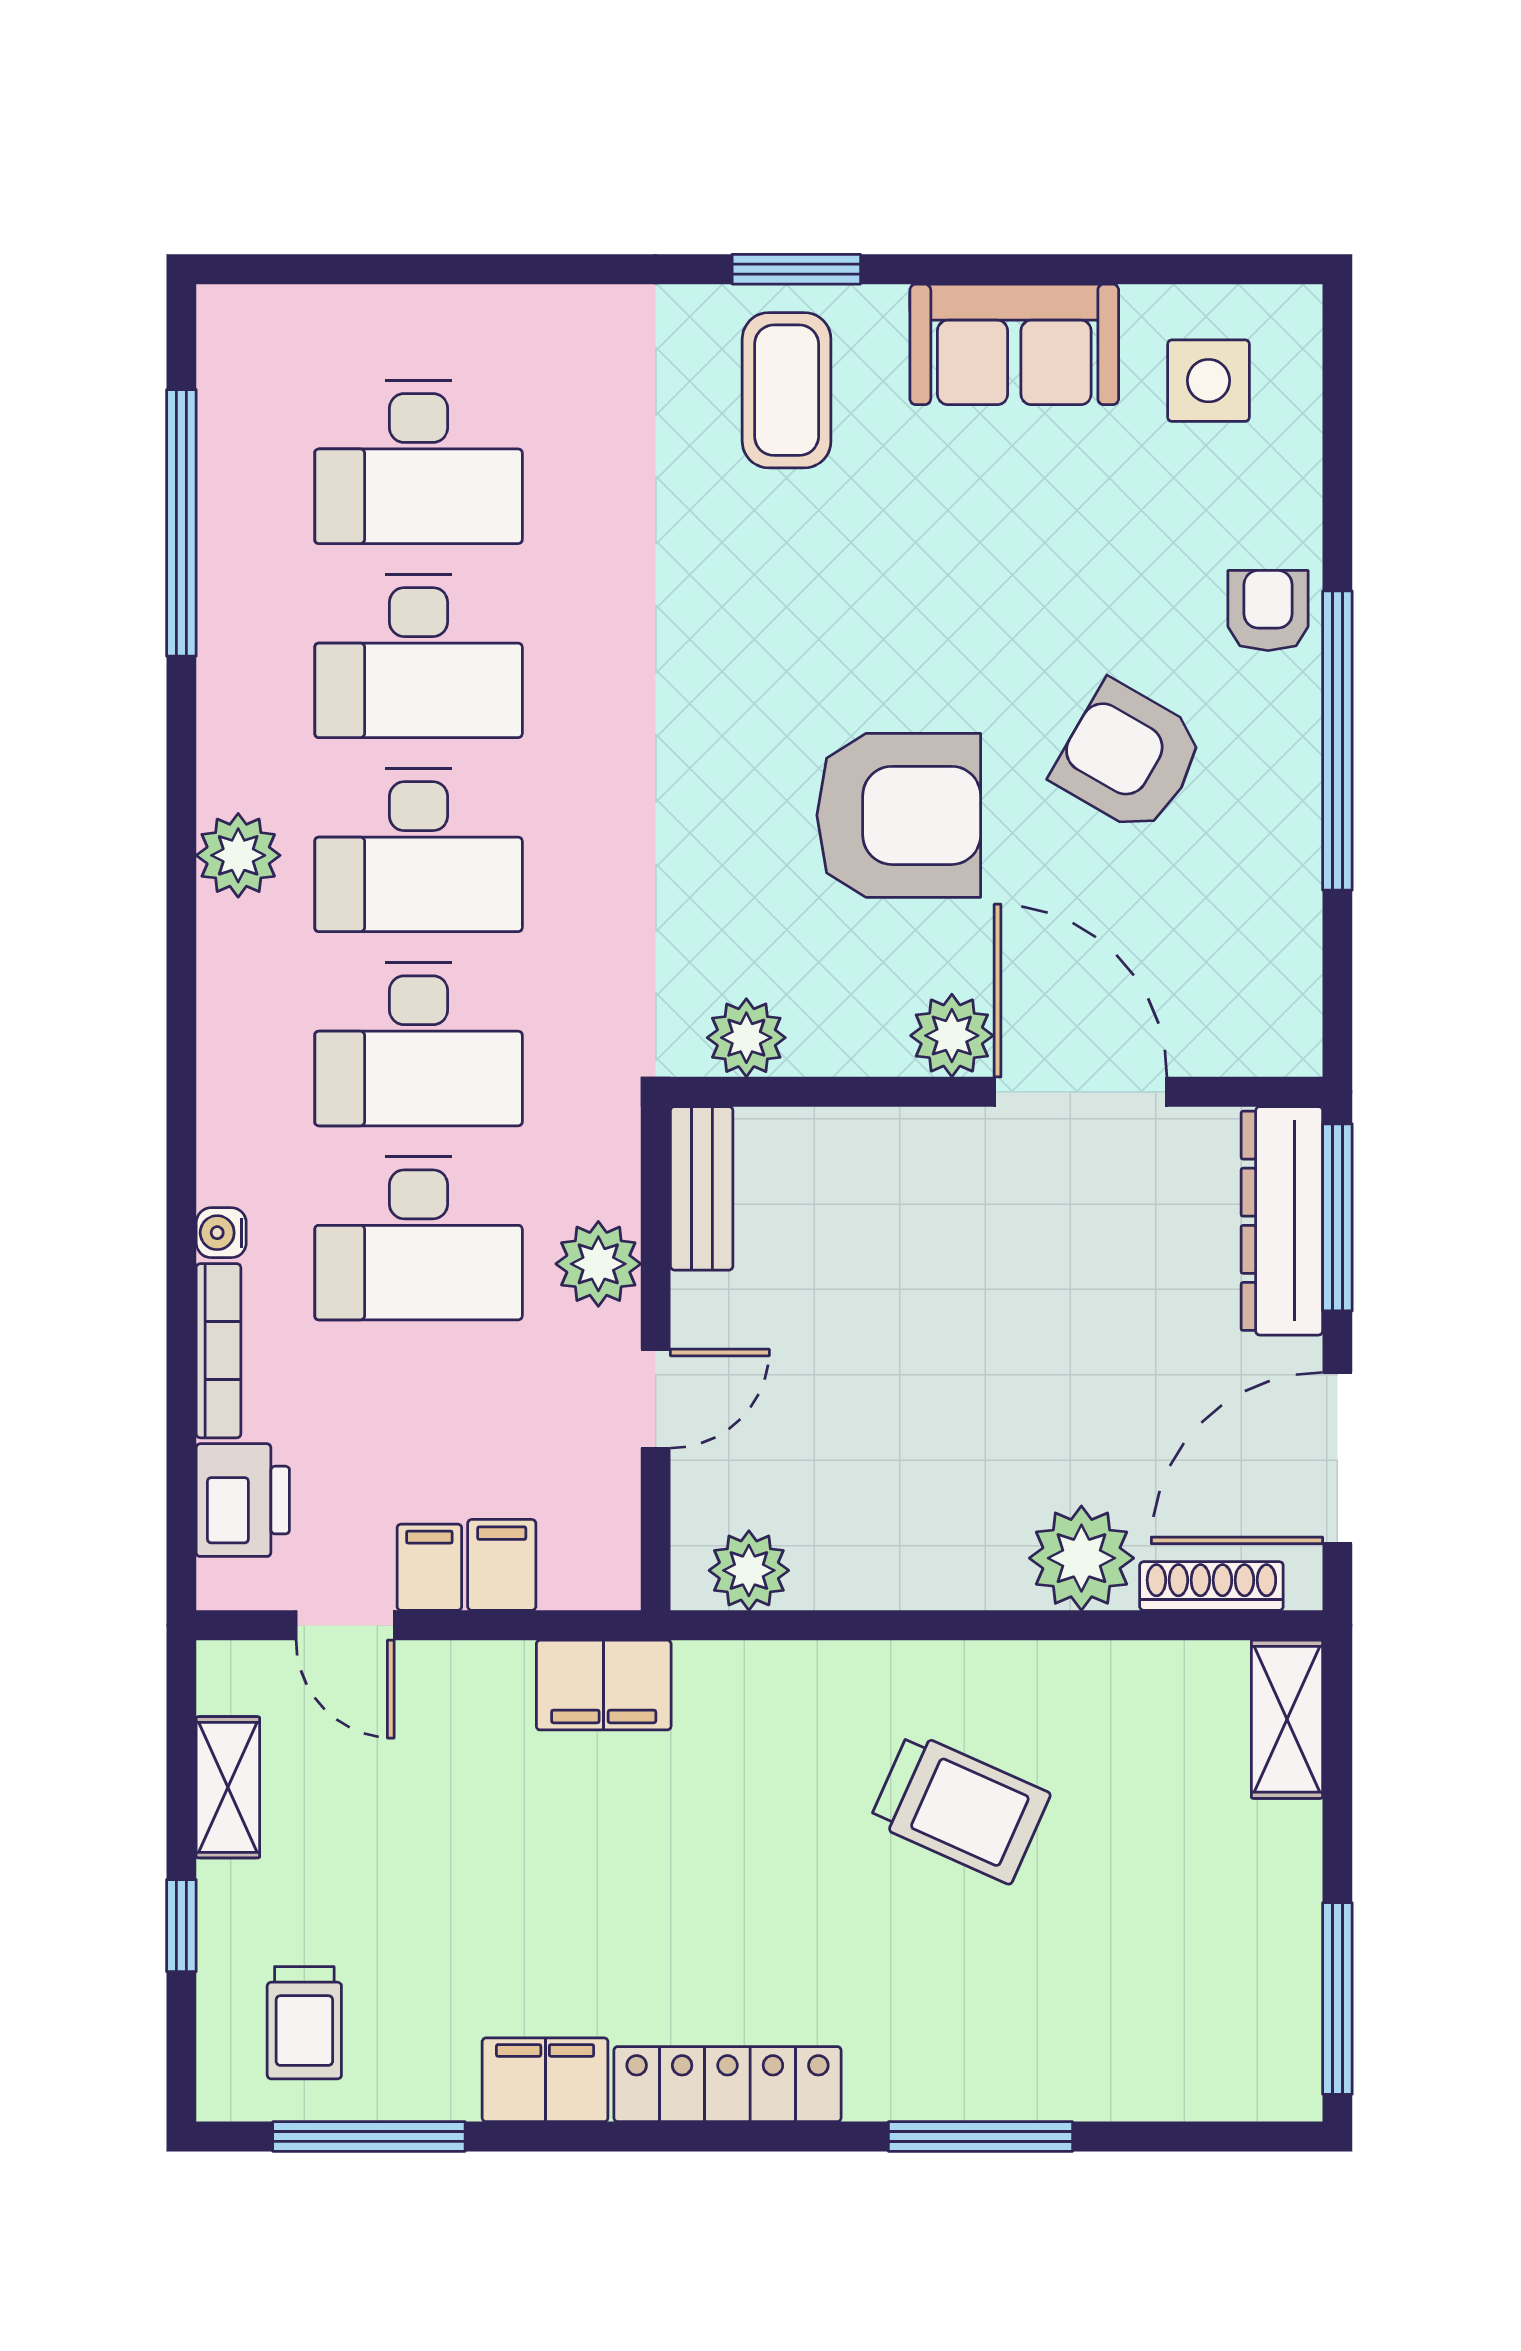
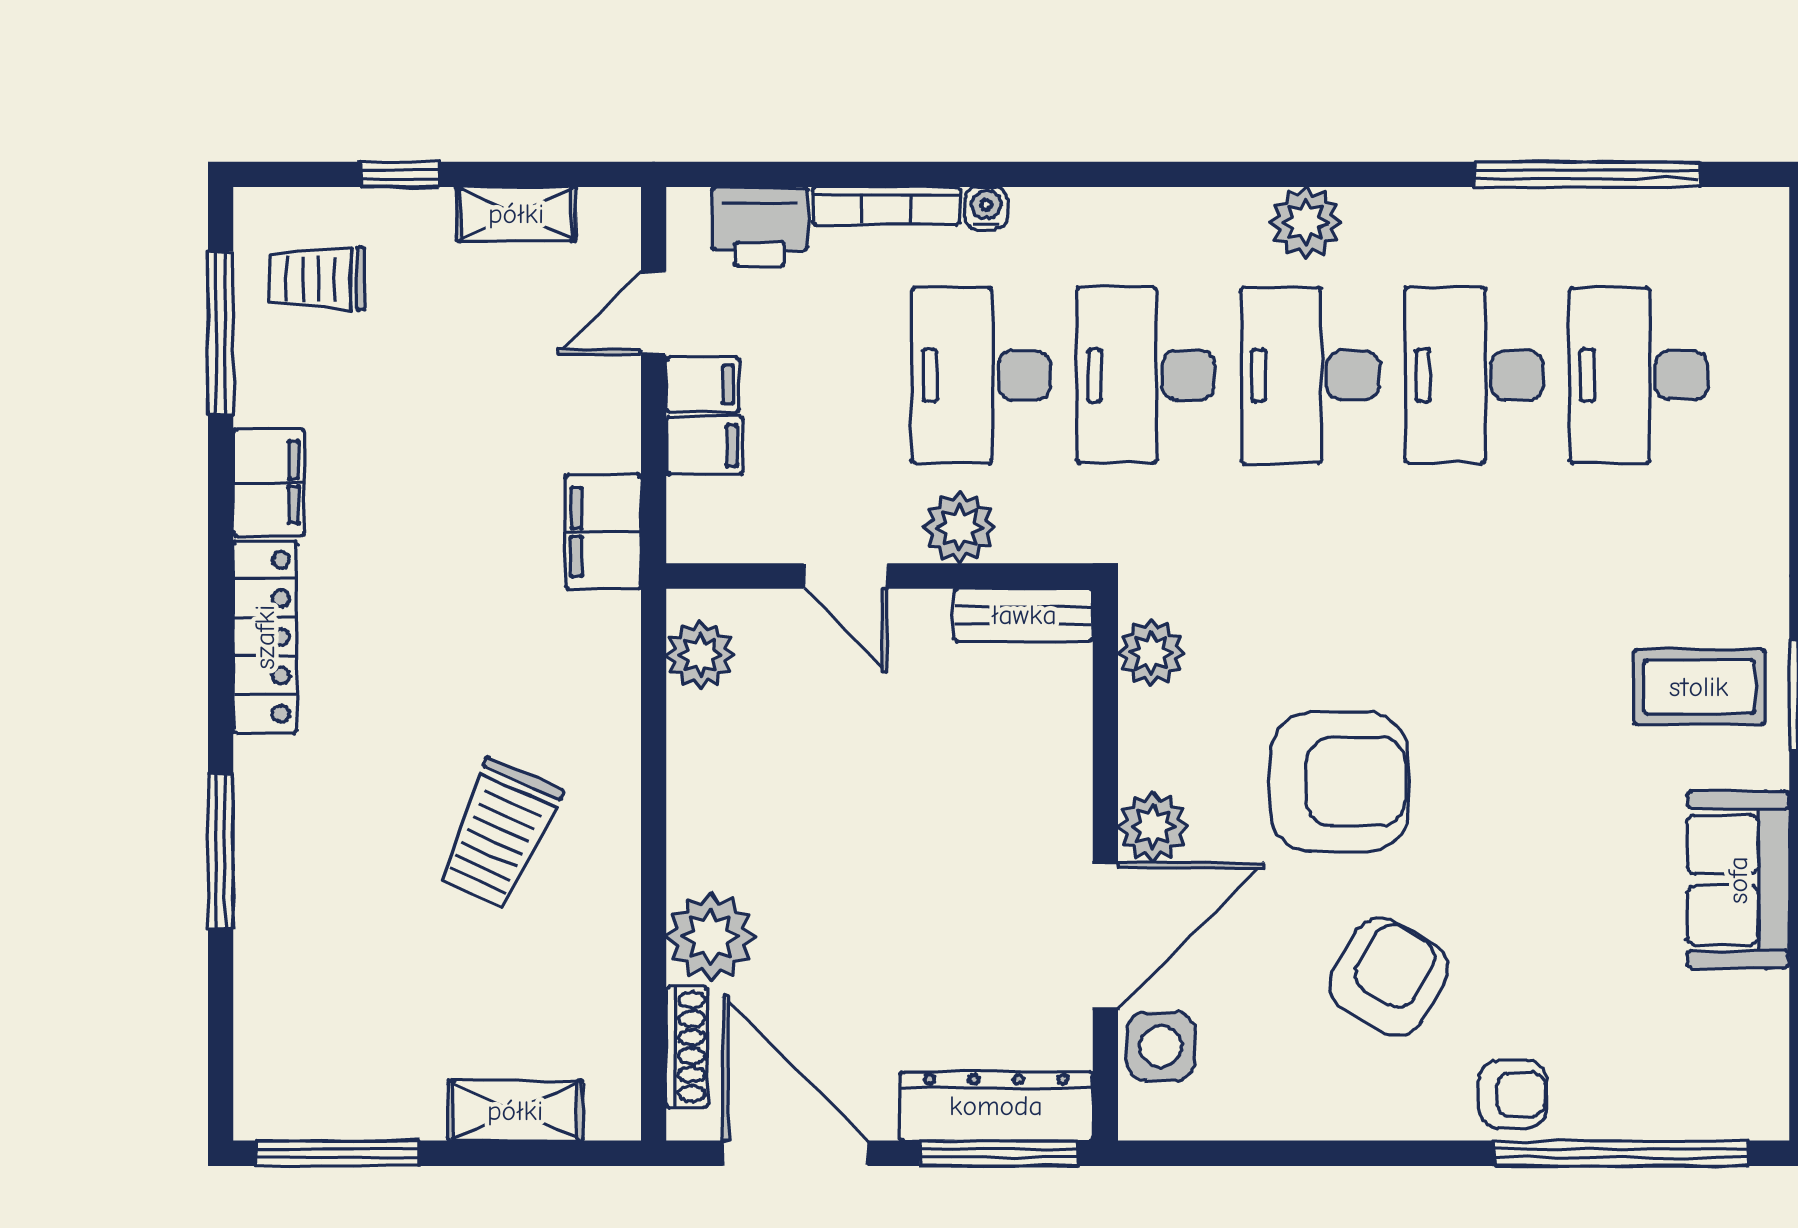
side table: (1208, 381) -> (1161, 1046), moved
window: (1337, 741) -> (1622, 1153), moved
armchair: (899, 815) -> (1339, 782), turned -90
shelving: (1287, 1719) -> (515, 1111), moved

